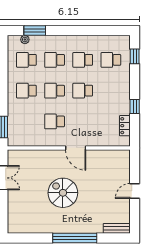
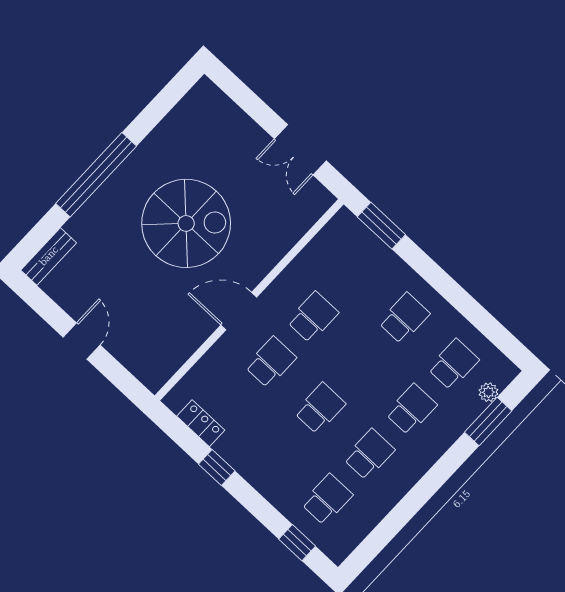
school desk: (55, 91) -> (271, 362), moved
spiral stairs: (63, 193) -> (186, 223), width x1.37, depth x1.37

